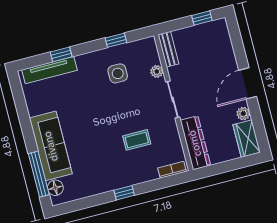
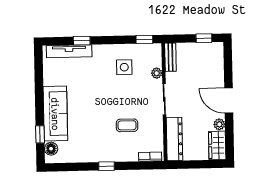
window: (116, 40) -> (144, 39), moved
door: (248, 83) -> (229, 100), hinge flipped
window: (39, 174) -> (40, 134), width x0.46

